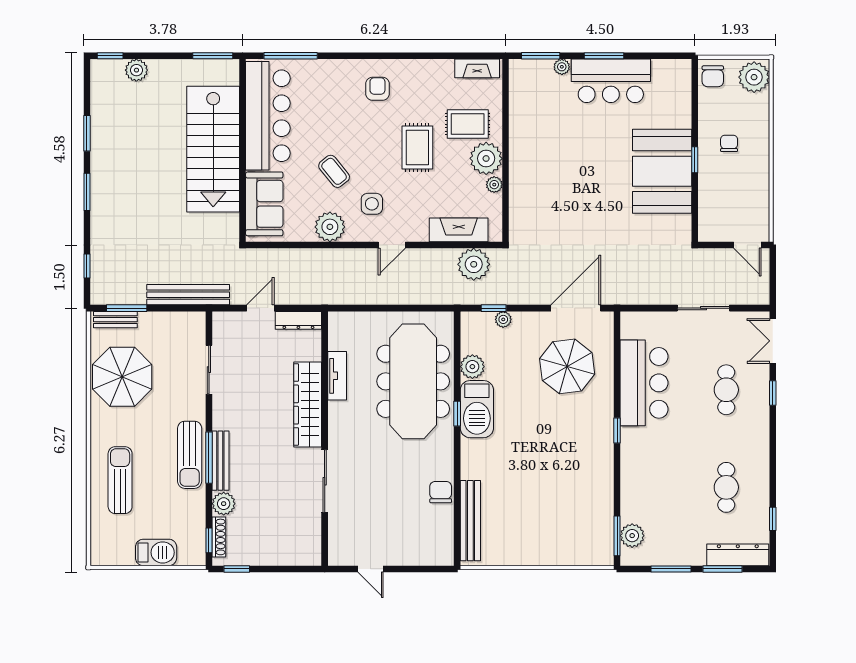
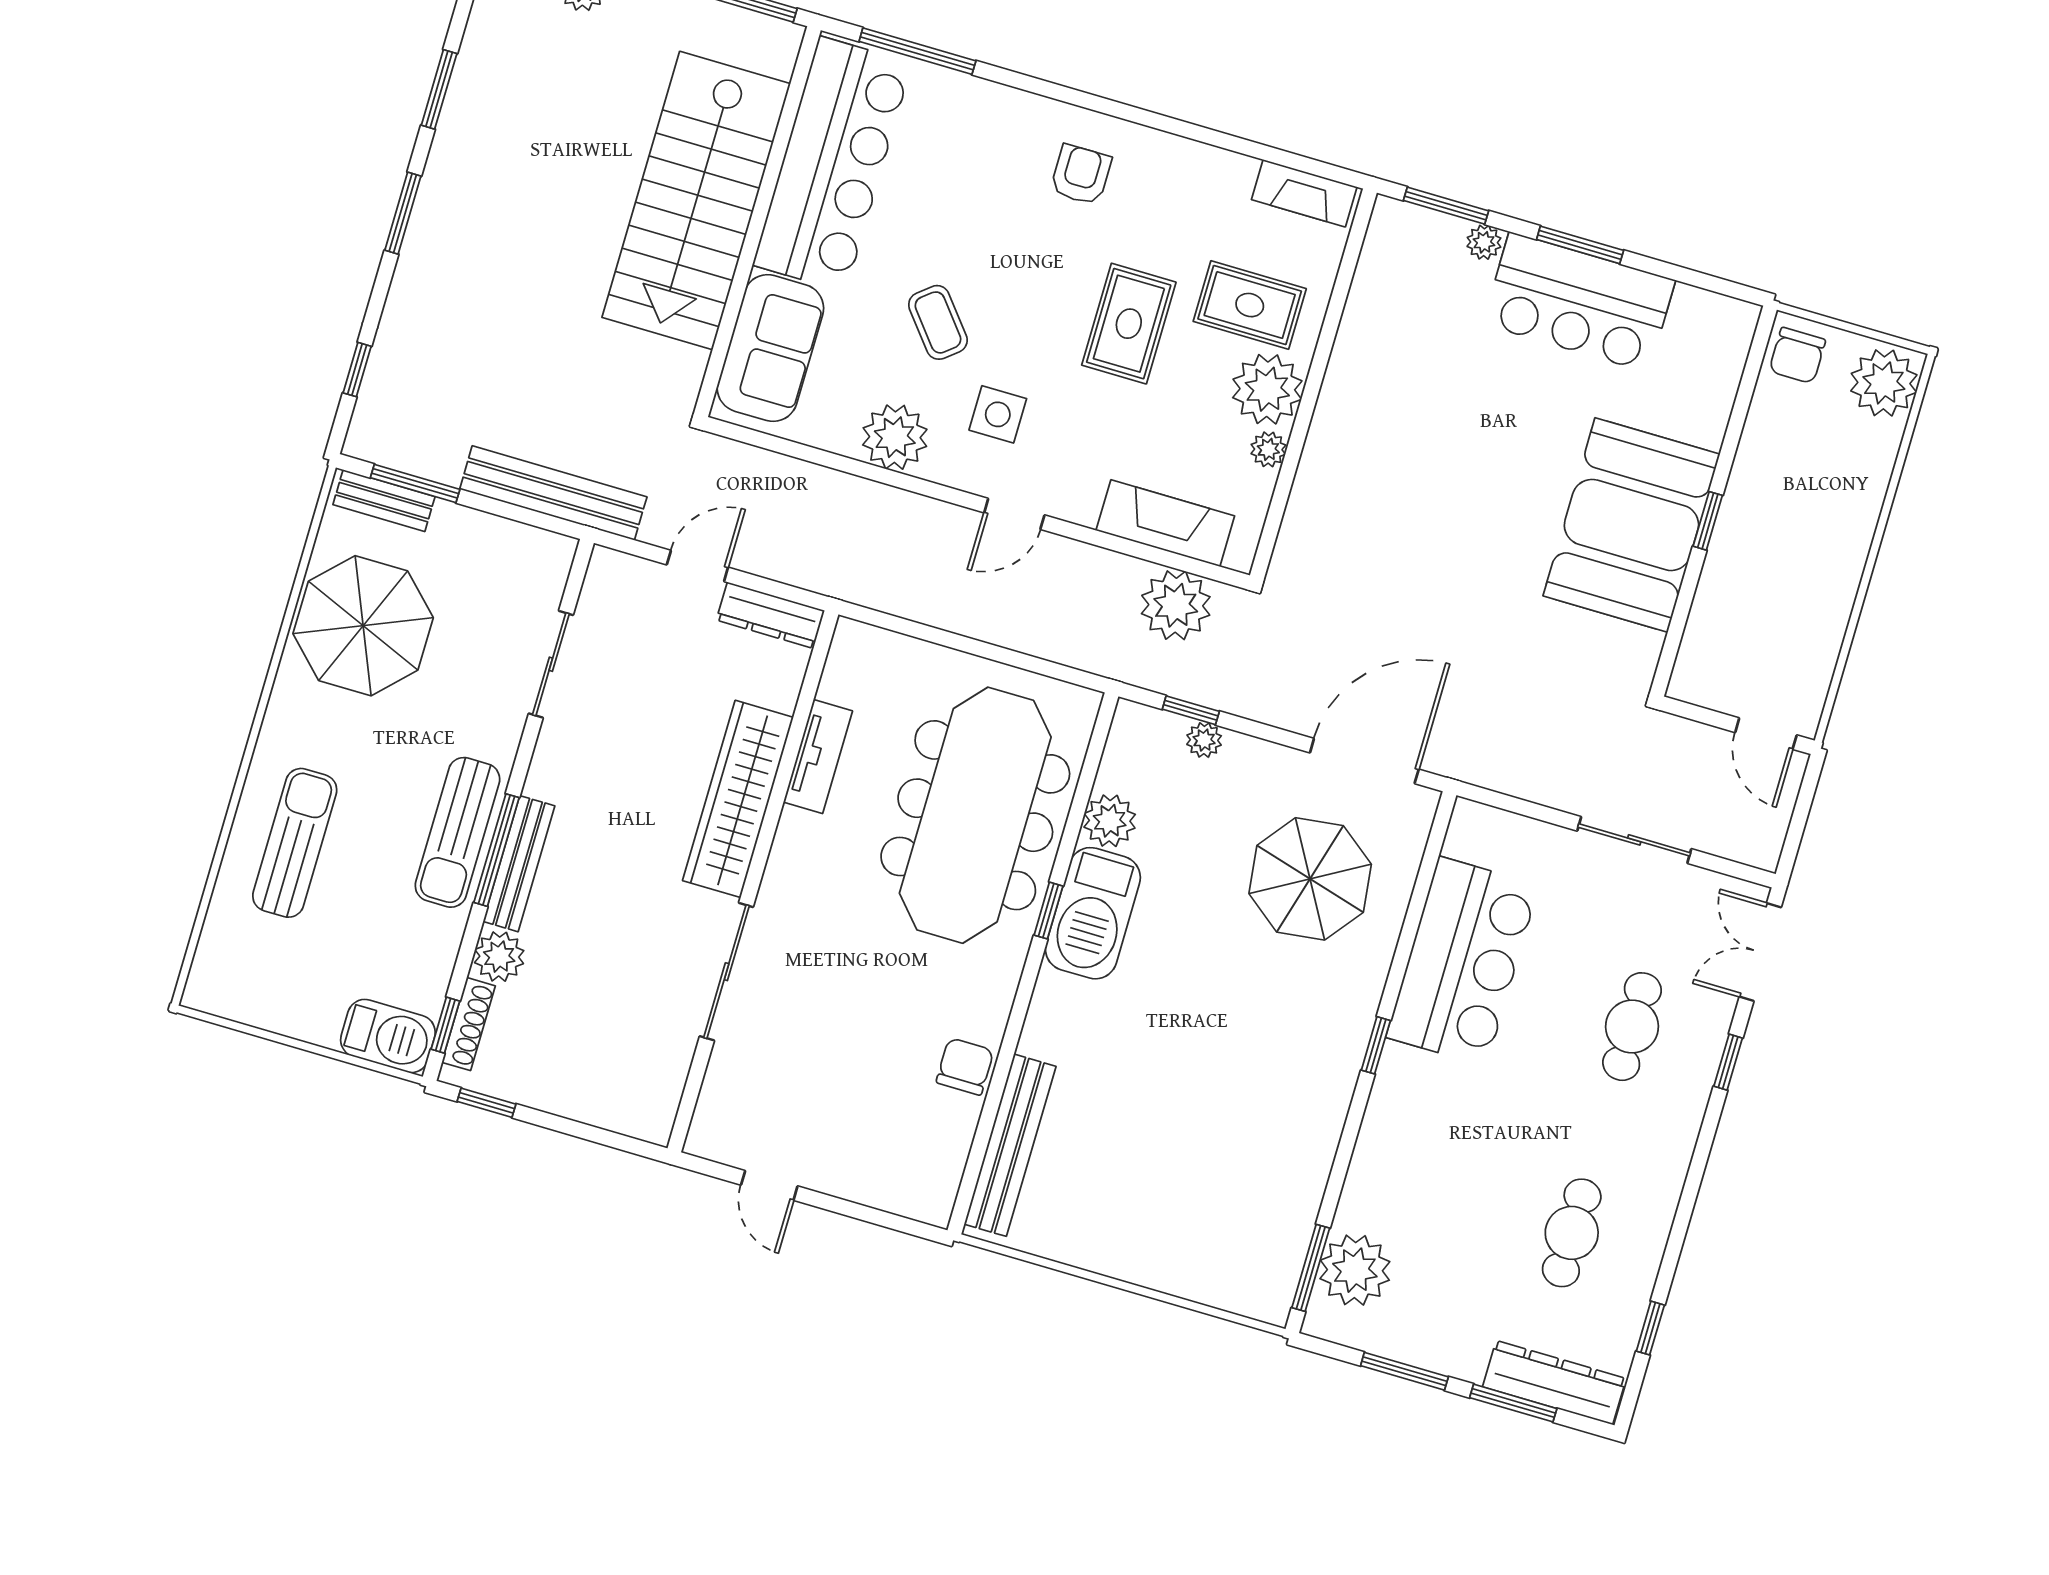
chair: (729, 143) -> (1790, 508), removed
plant: (632, 536) -> (1355, 1270), width x1.36, depth x1.36
barbecue: (156, 552) -> (388, 1036), moved

